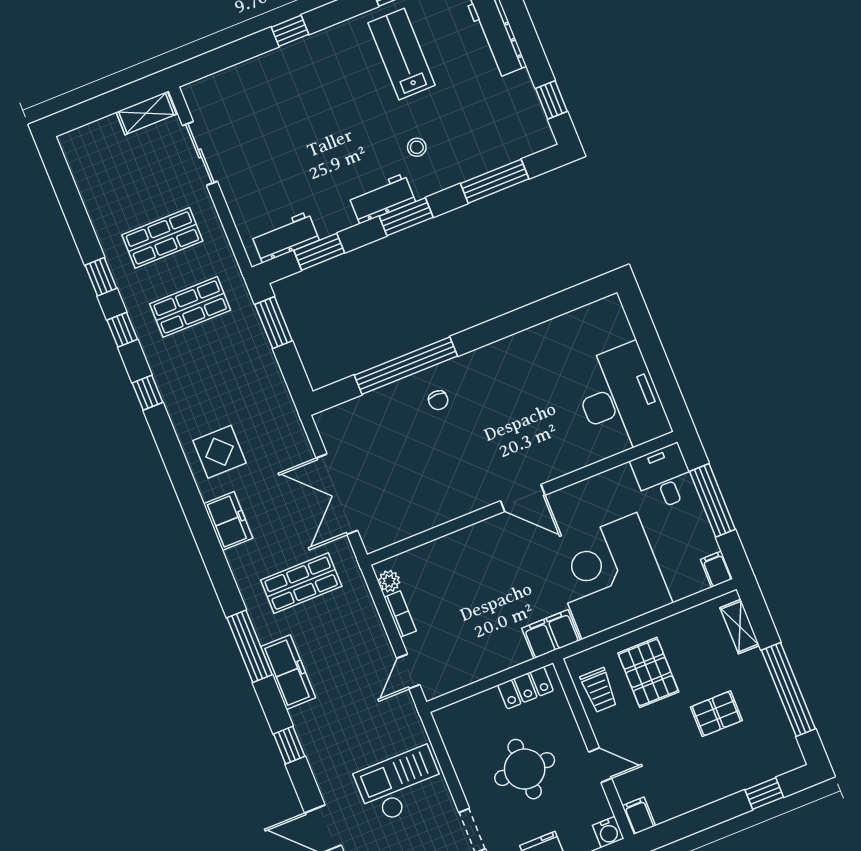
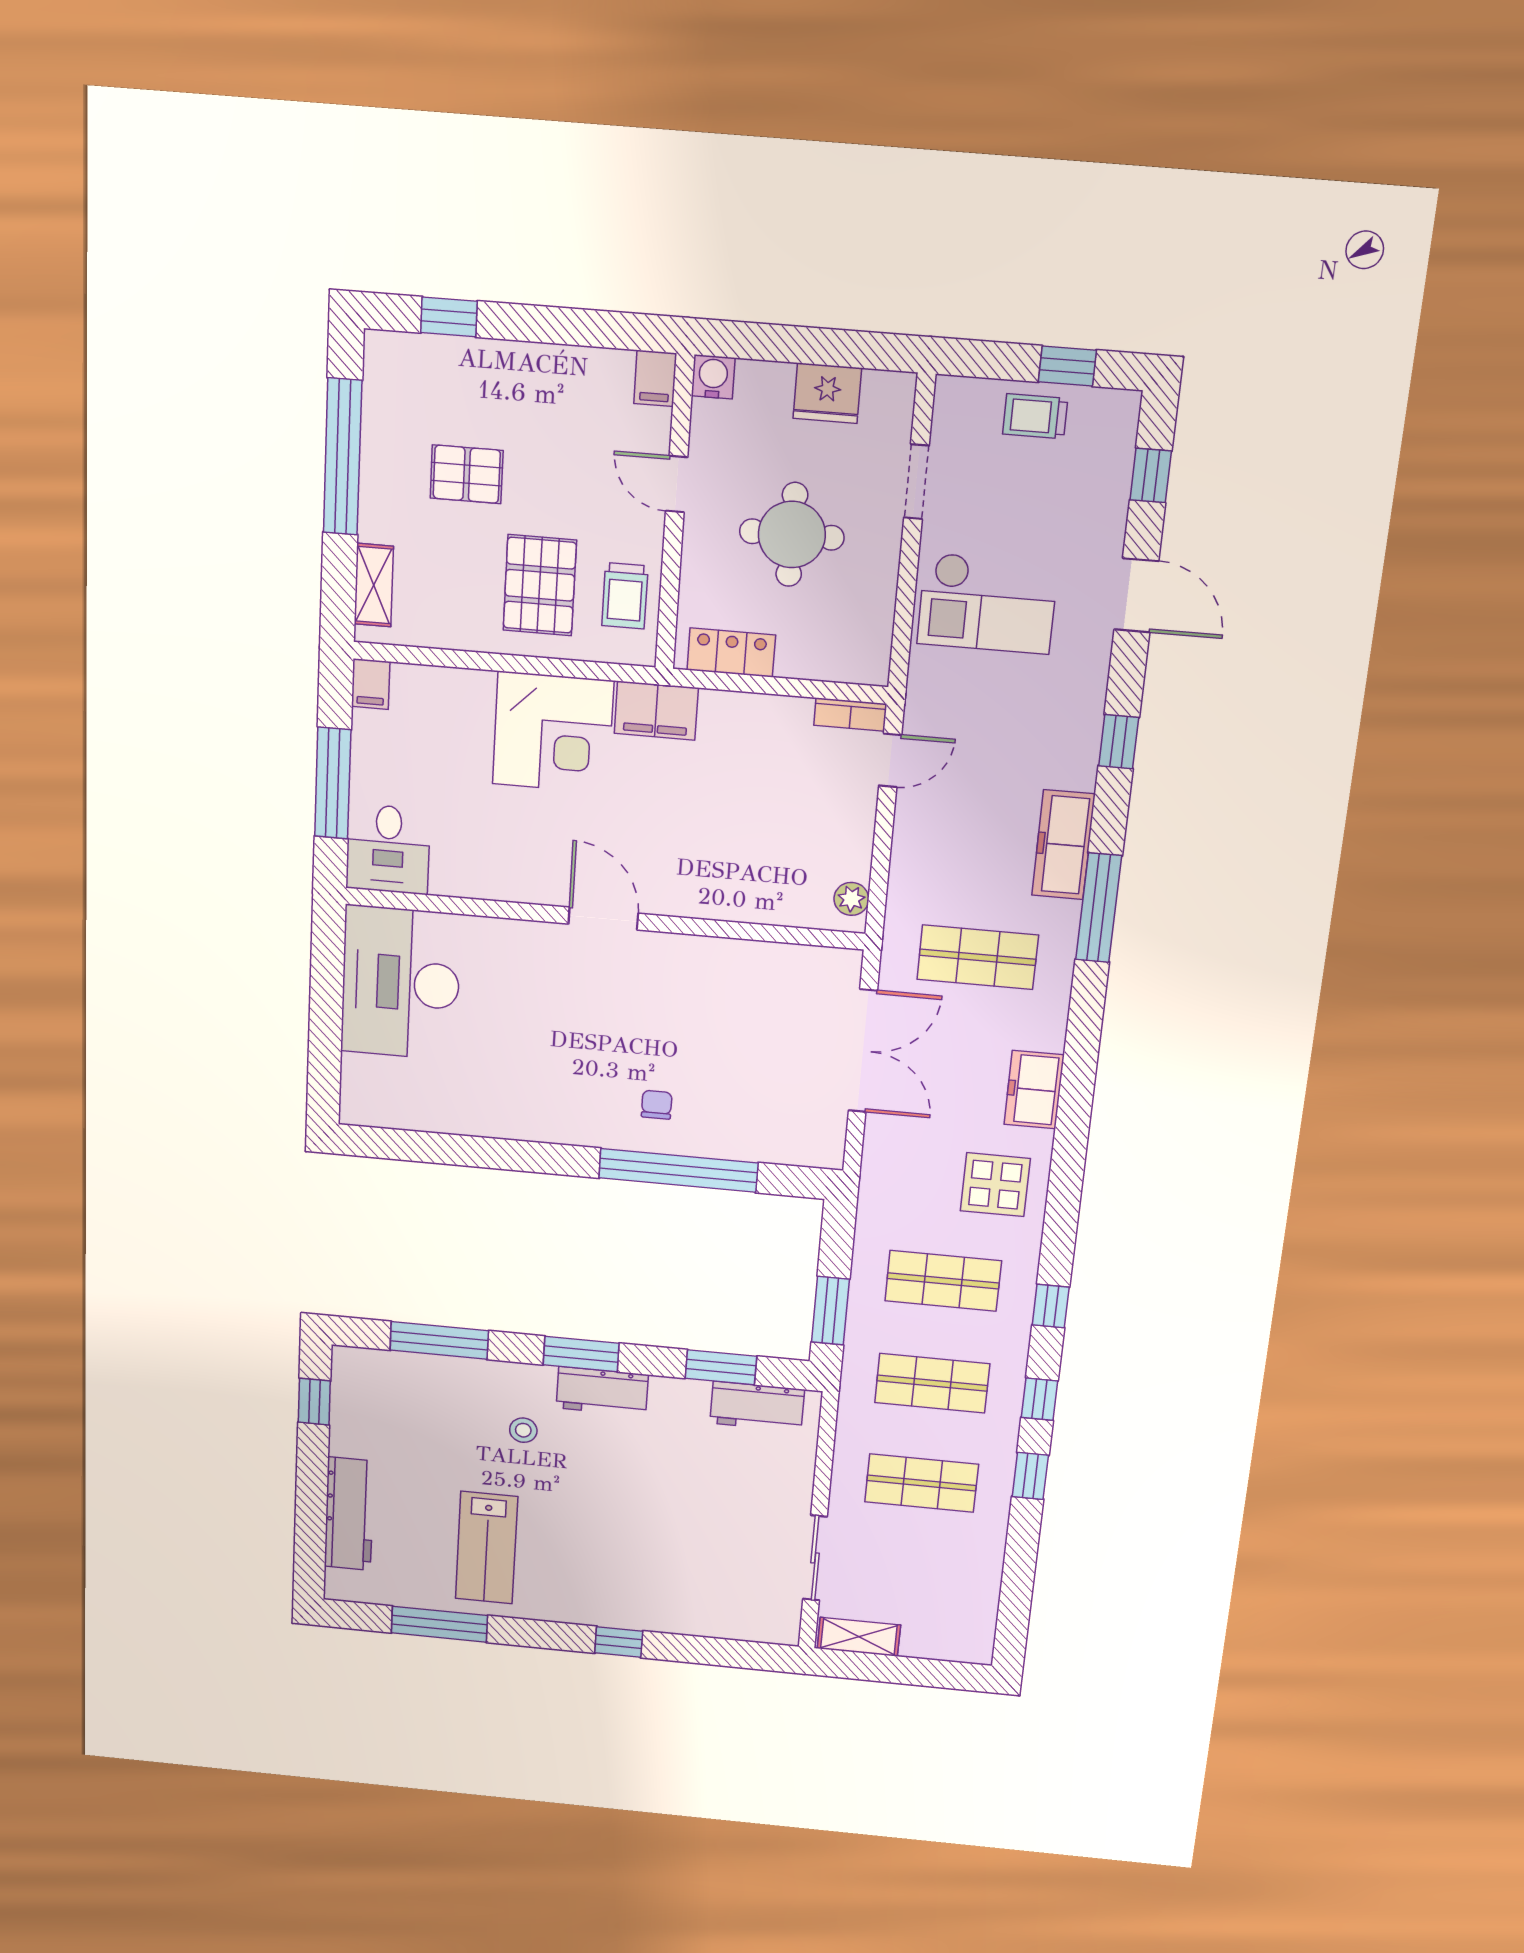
shop shelf: (218, 376) -> (943, 1281), added
corner desk: (609, 576) -> (553, 733), width x0.74, depth x0.74
bookcase: (400, 614) -> (850, 715), moved, turned -90
trolley: (599, 690) -> (625, 596), turned 180

